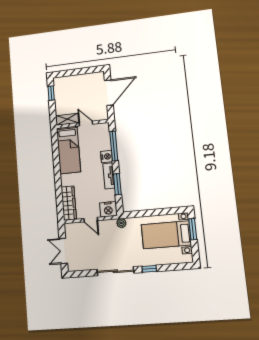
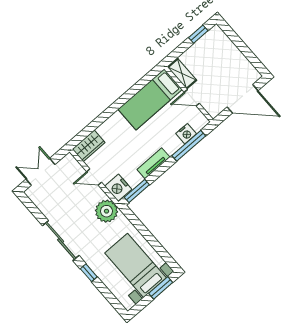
door: (86, 123) -> (192, 98), swing flipped
nightstand: (107, 157) -> (186, 134), moved
window: (117, 184) -> (137, 191), moved
wardrobe: (69, 203) -> (89, 146), width x0.67
door: (91, 220) -> (94, 177), hinge flipped
plant: (121, 223) -> (107, 211), width x1.87, depth x1.87

